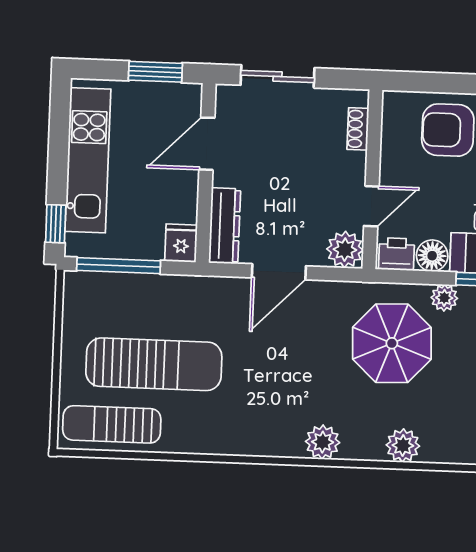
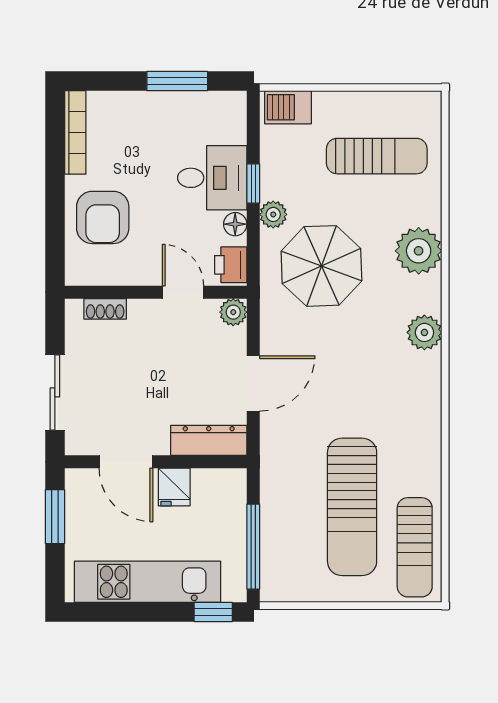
fridge: (181, 243) -> (174, 487), moved, turned -90
plant: (345, 250) -> (233, 312), width x0.73, depth x0.73
floor lamp: (432, 256) -> (235, 224), width x0.73, depth x0.73
door: (279, 272) -> (253, 383), hinge flipped
sun lounger: (154, 364) -> (352, 507), turned 180
plant: (403, 445) -> (419, 251), width x1.36, depth x1.36

